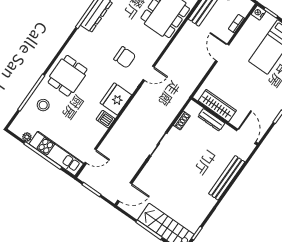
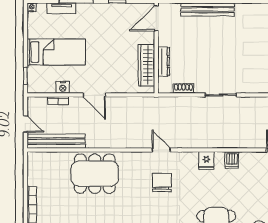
nightstand: (258, 13) -> (63, 87), moved
door: (222, 53) -> (94, 95), hinge flipped
fridge: (116, 99) -> (206, 161), width x0.53, depth x0.75

